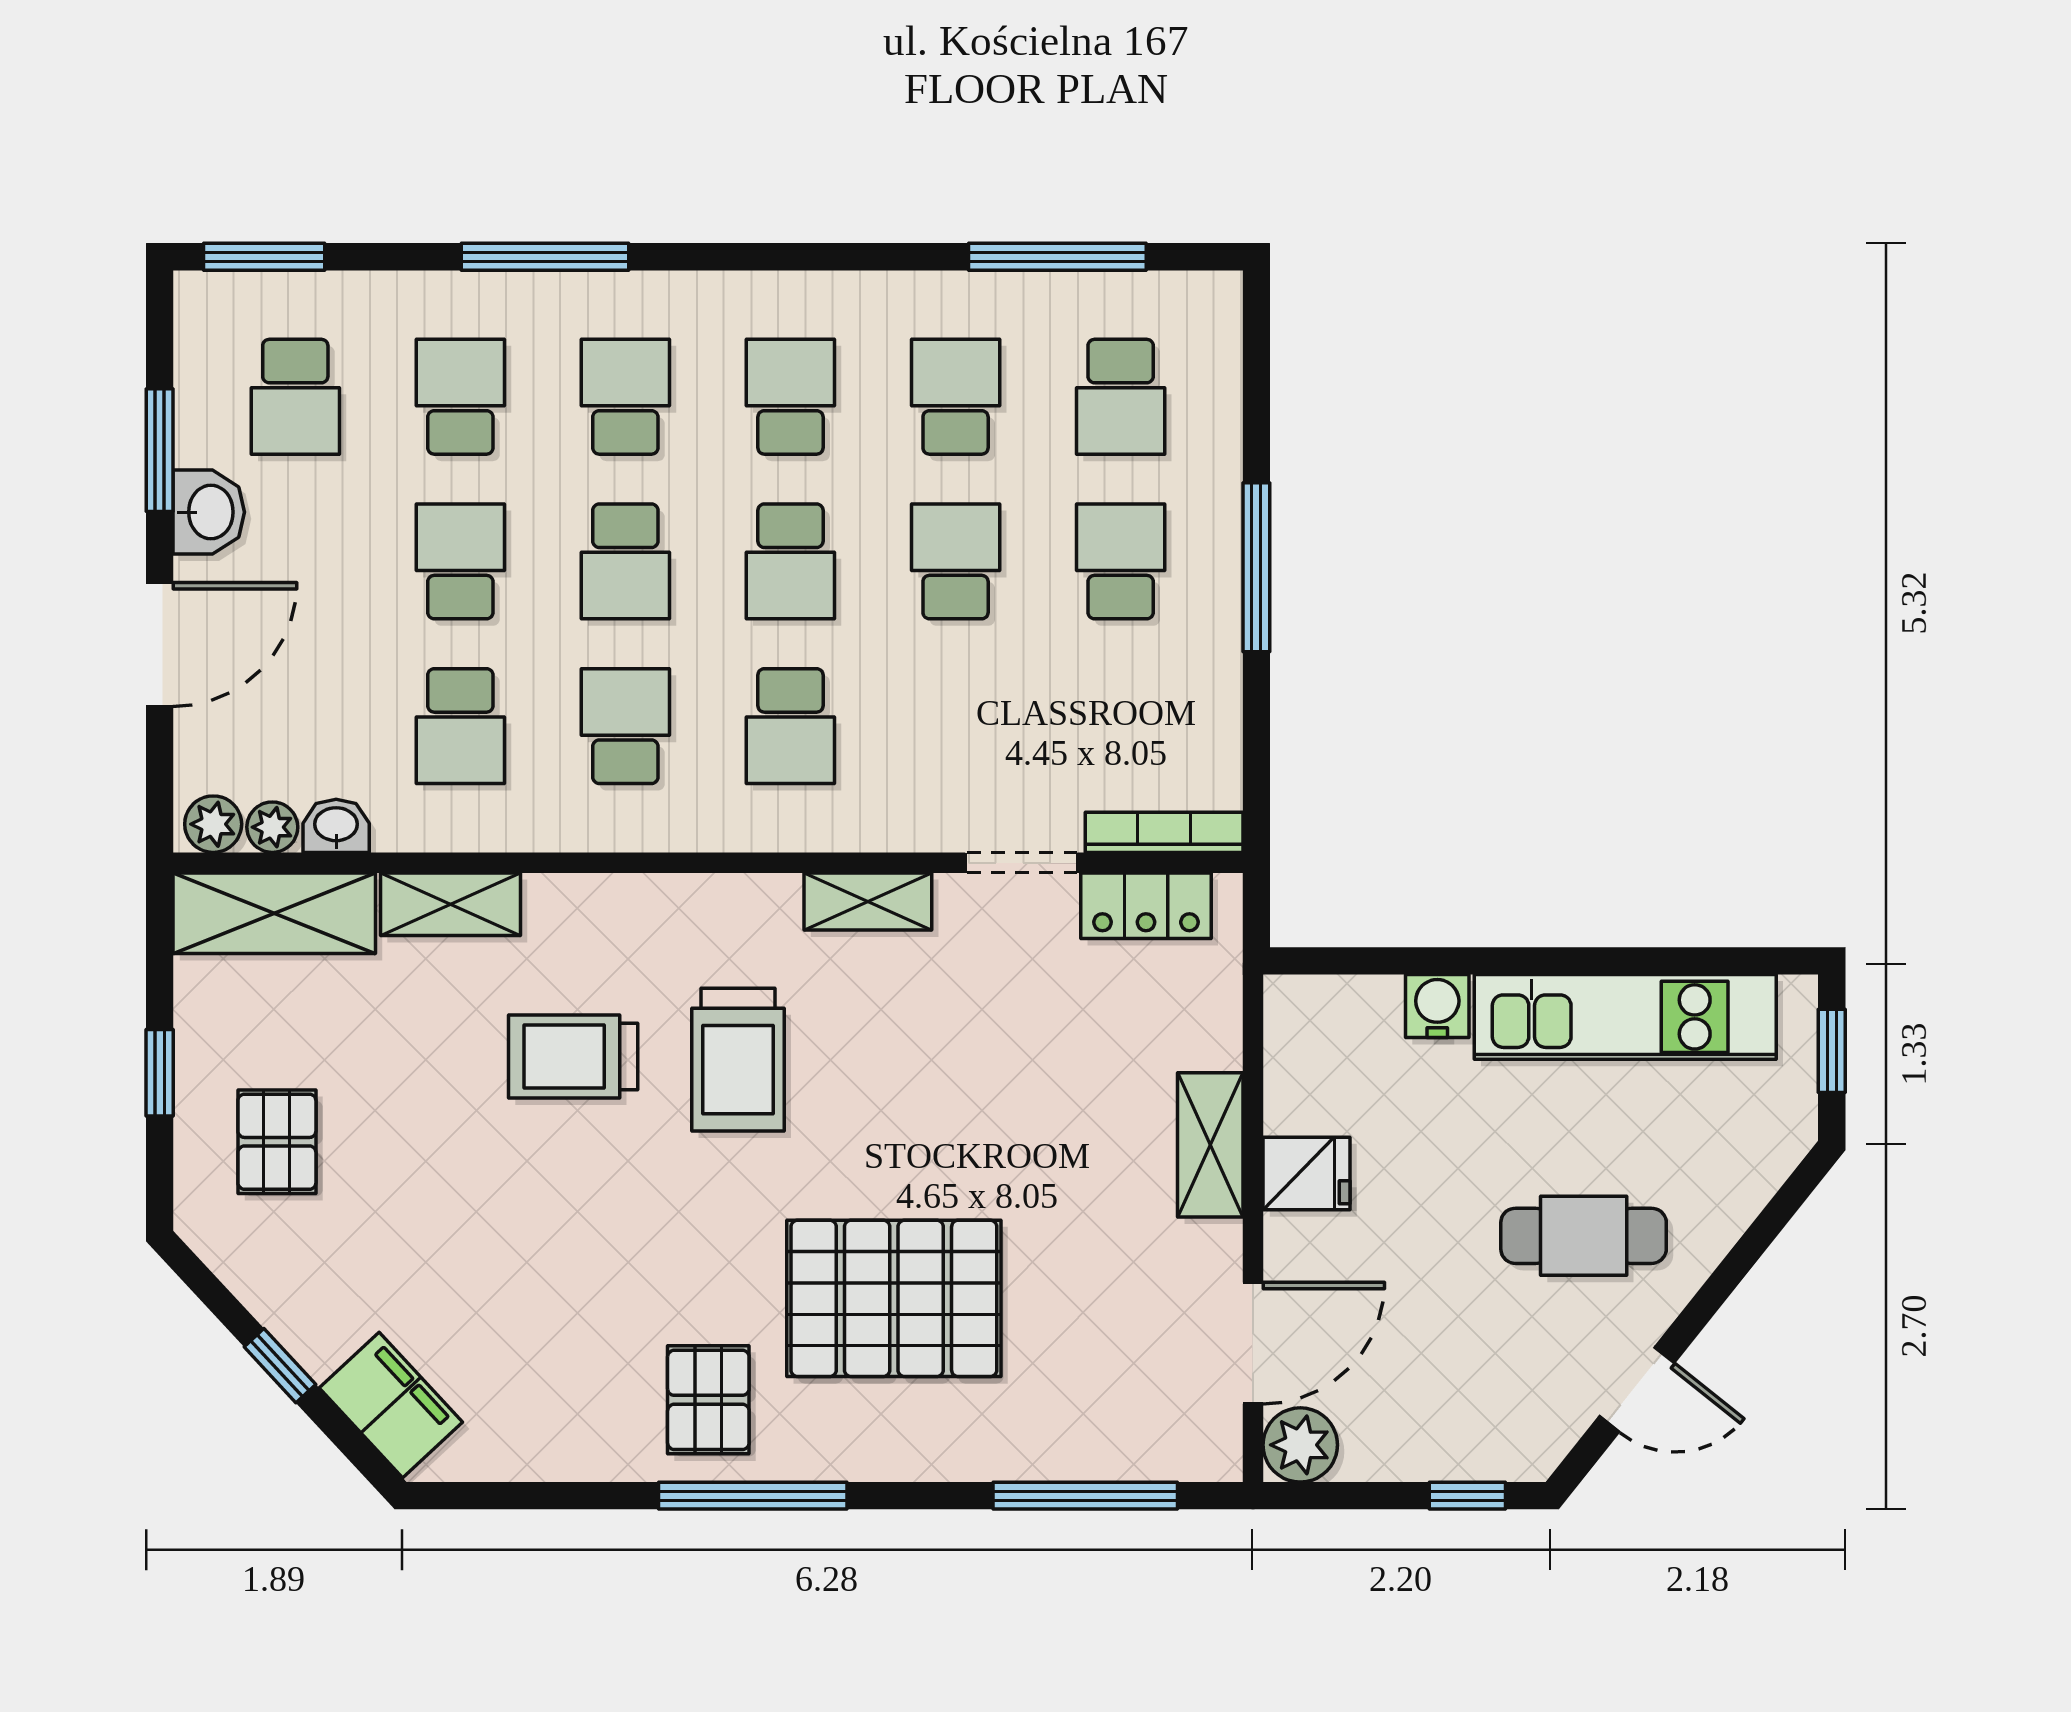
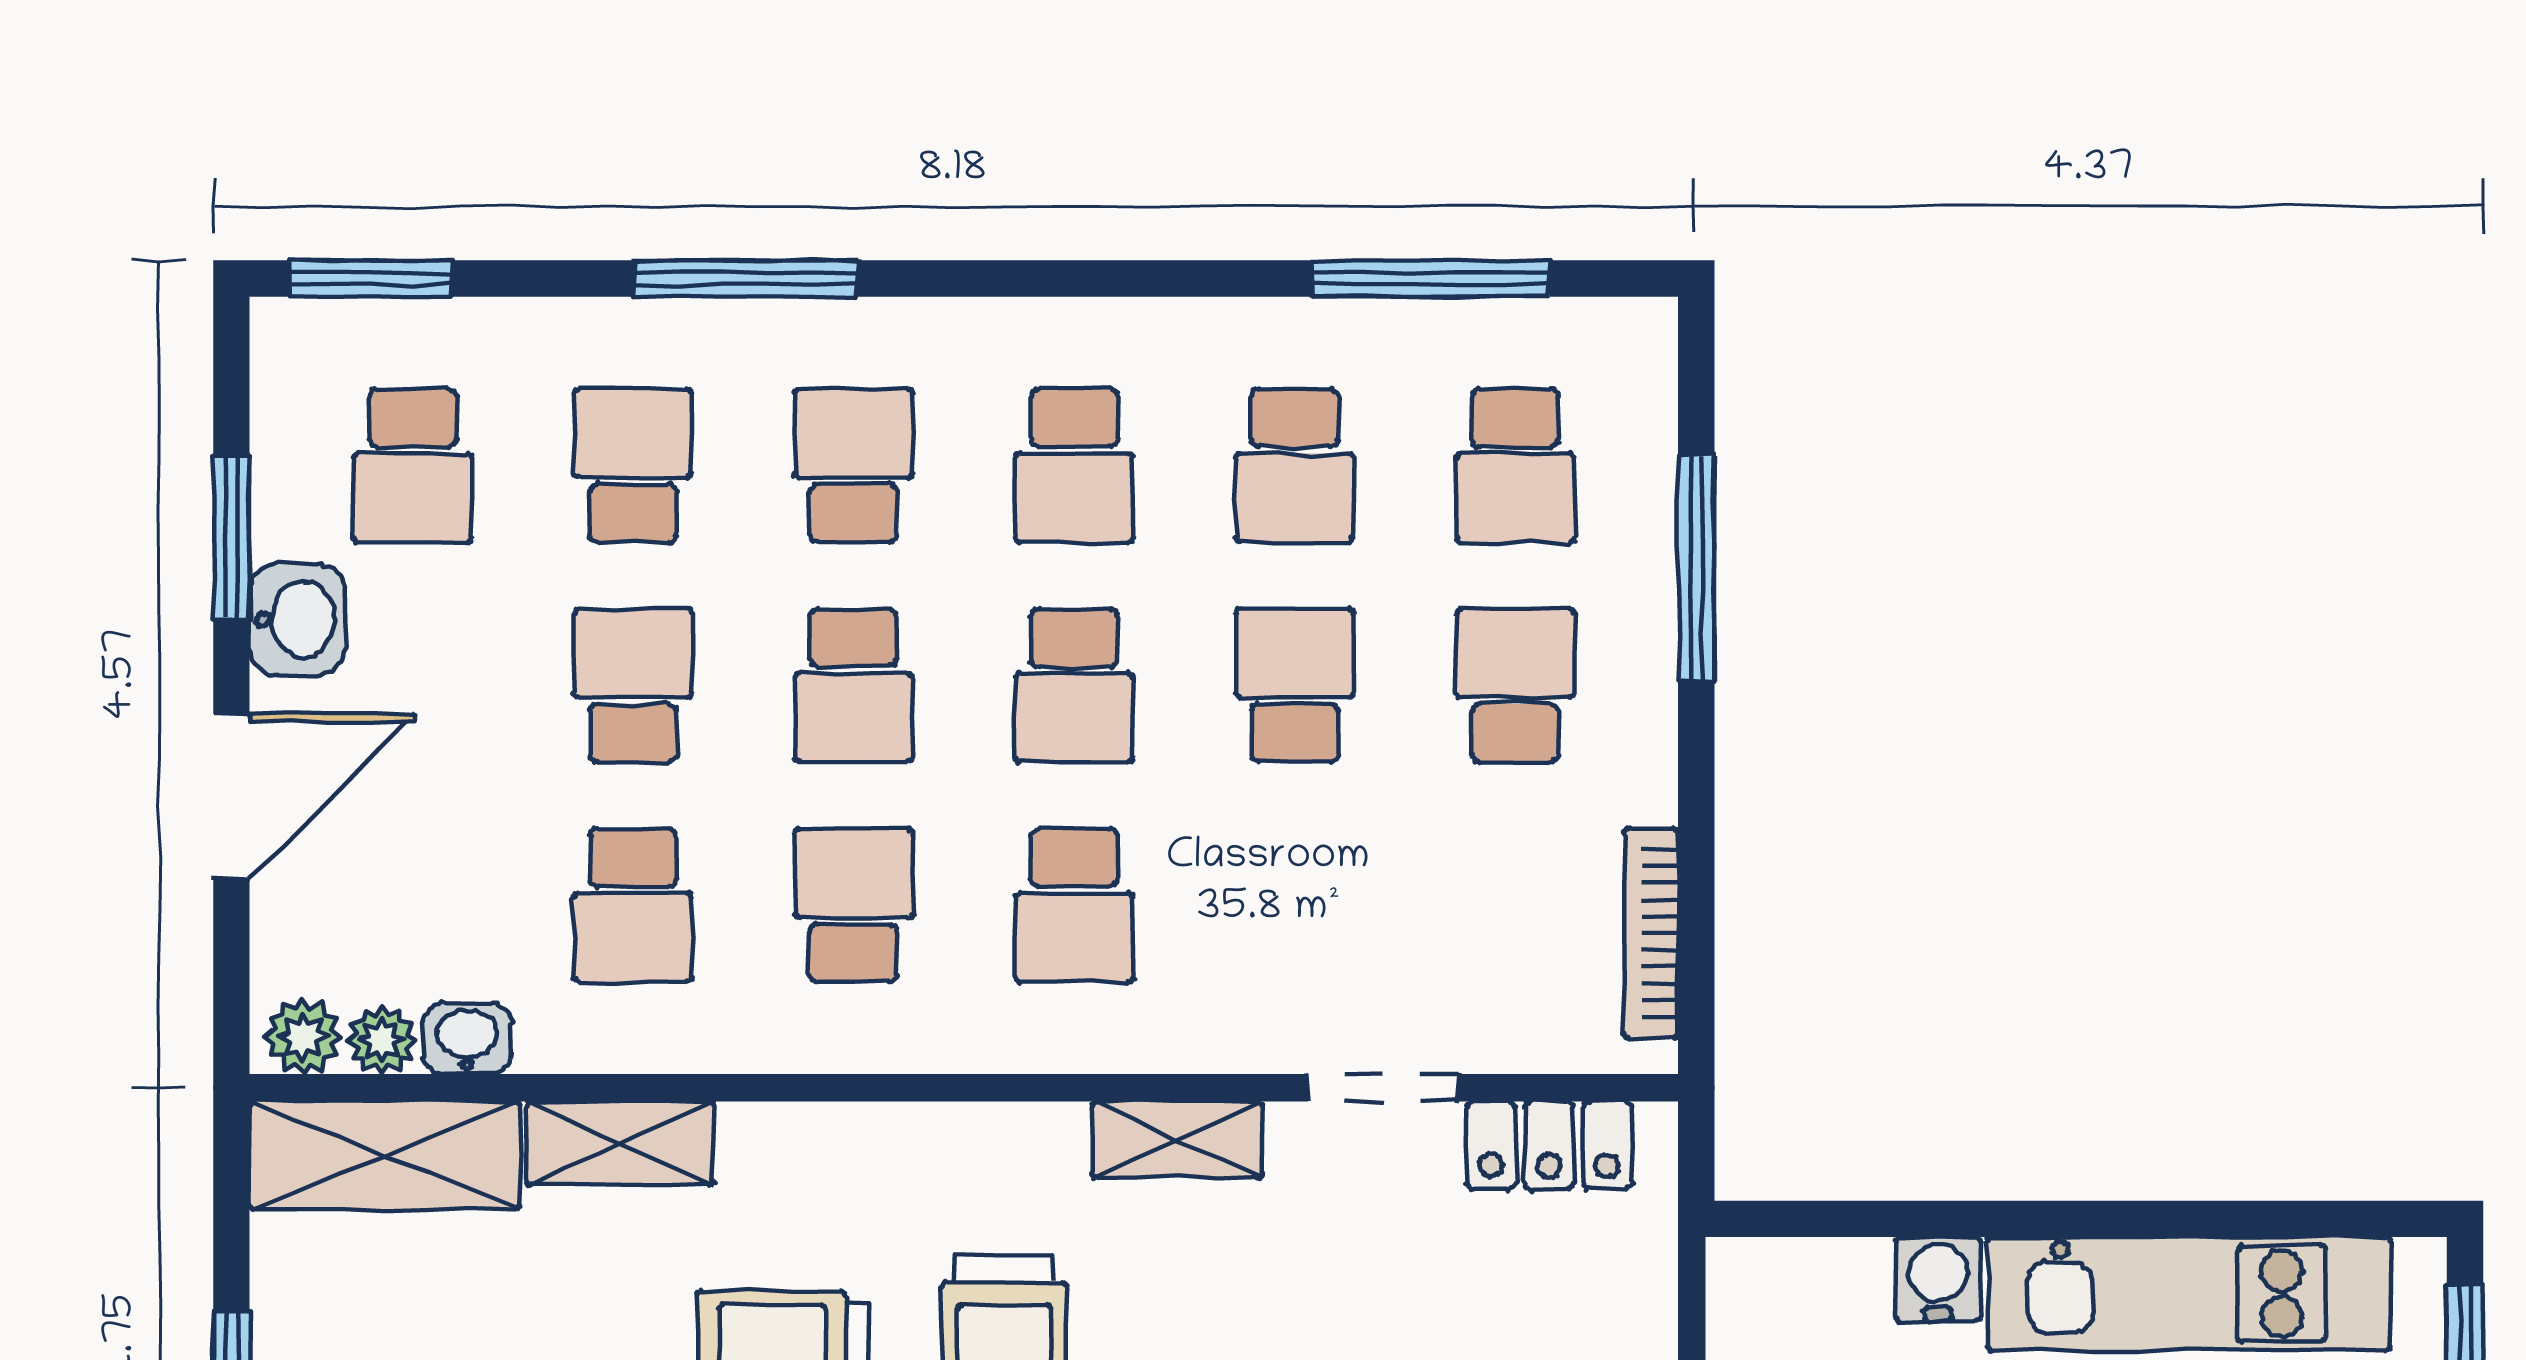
school desk: (790, 397) -> (1074, 465), turned 180
school desk: (956, 397) -> (1295, 465), turned 180
window: (1256, 567) -> (1696, 568), moved
bookcase: (1164, 832) -> (1651, 933), moved, turned -90

